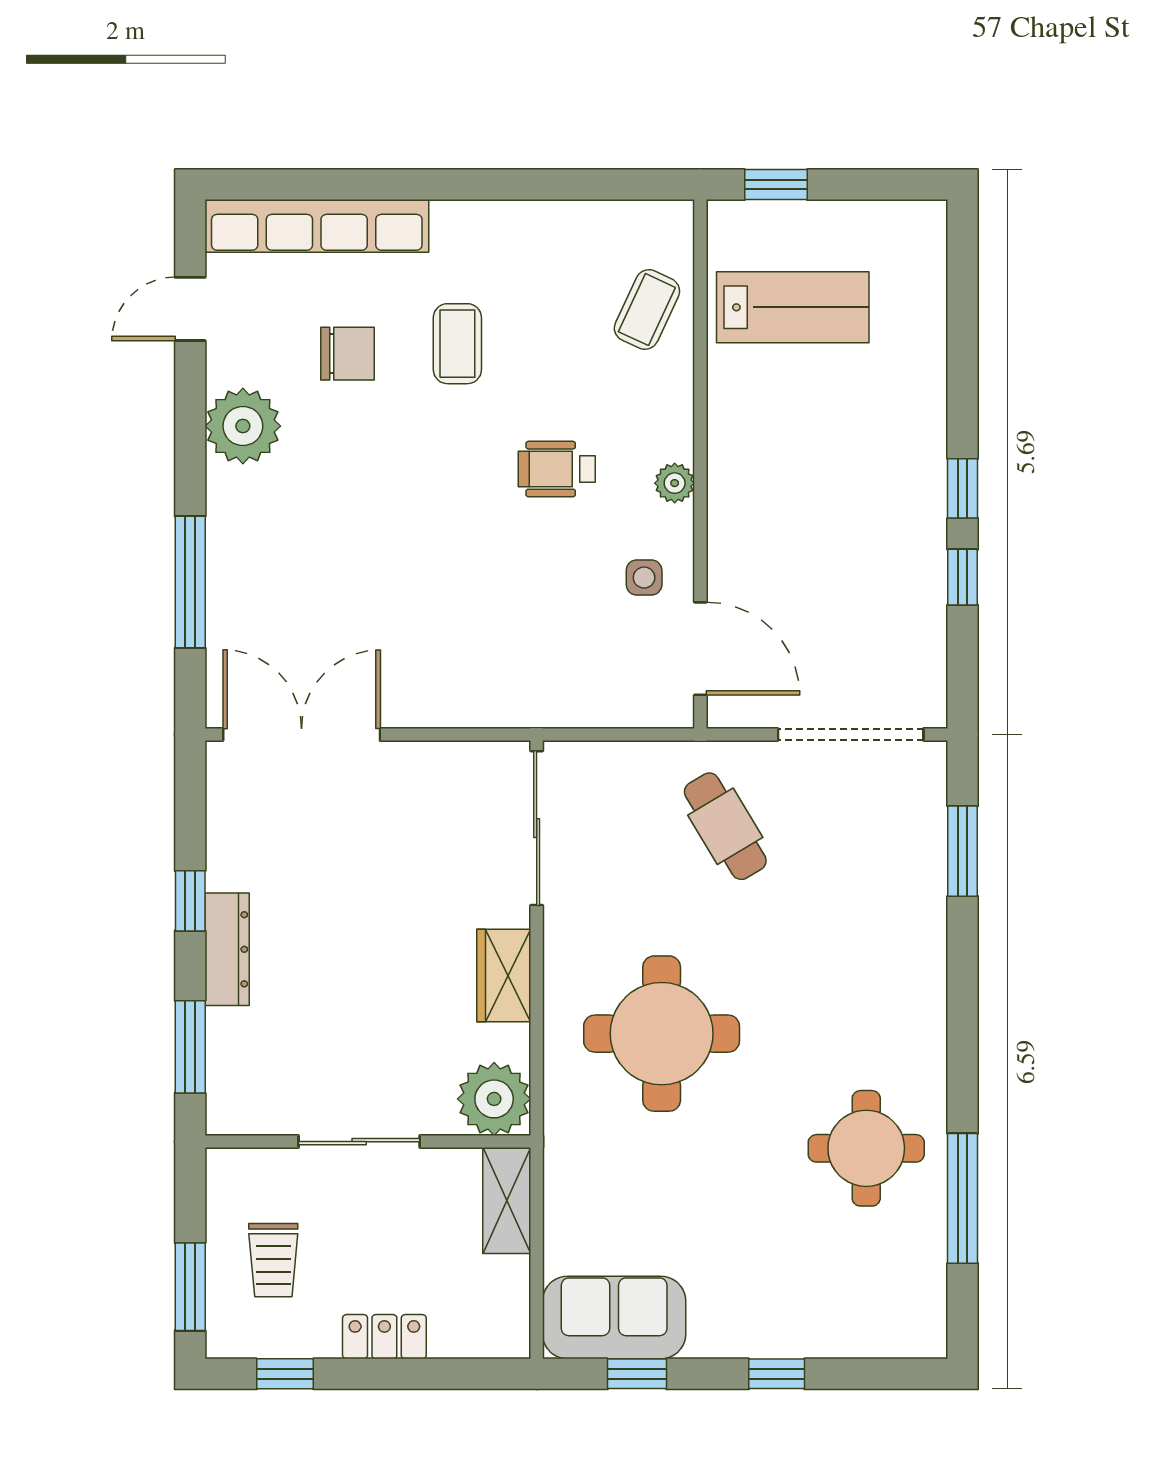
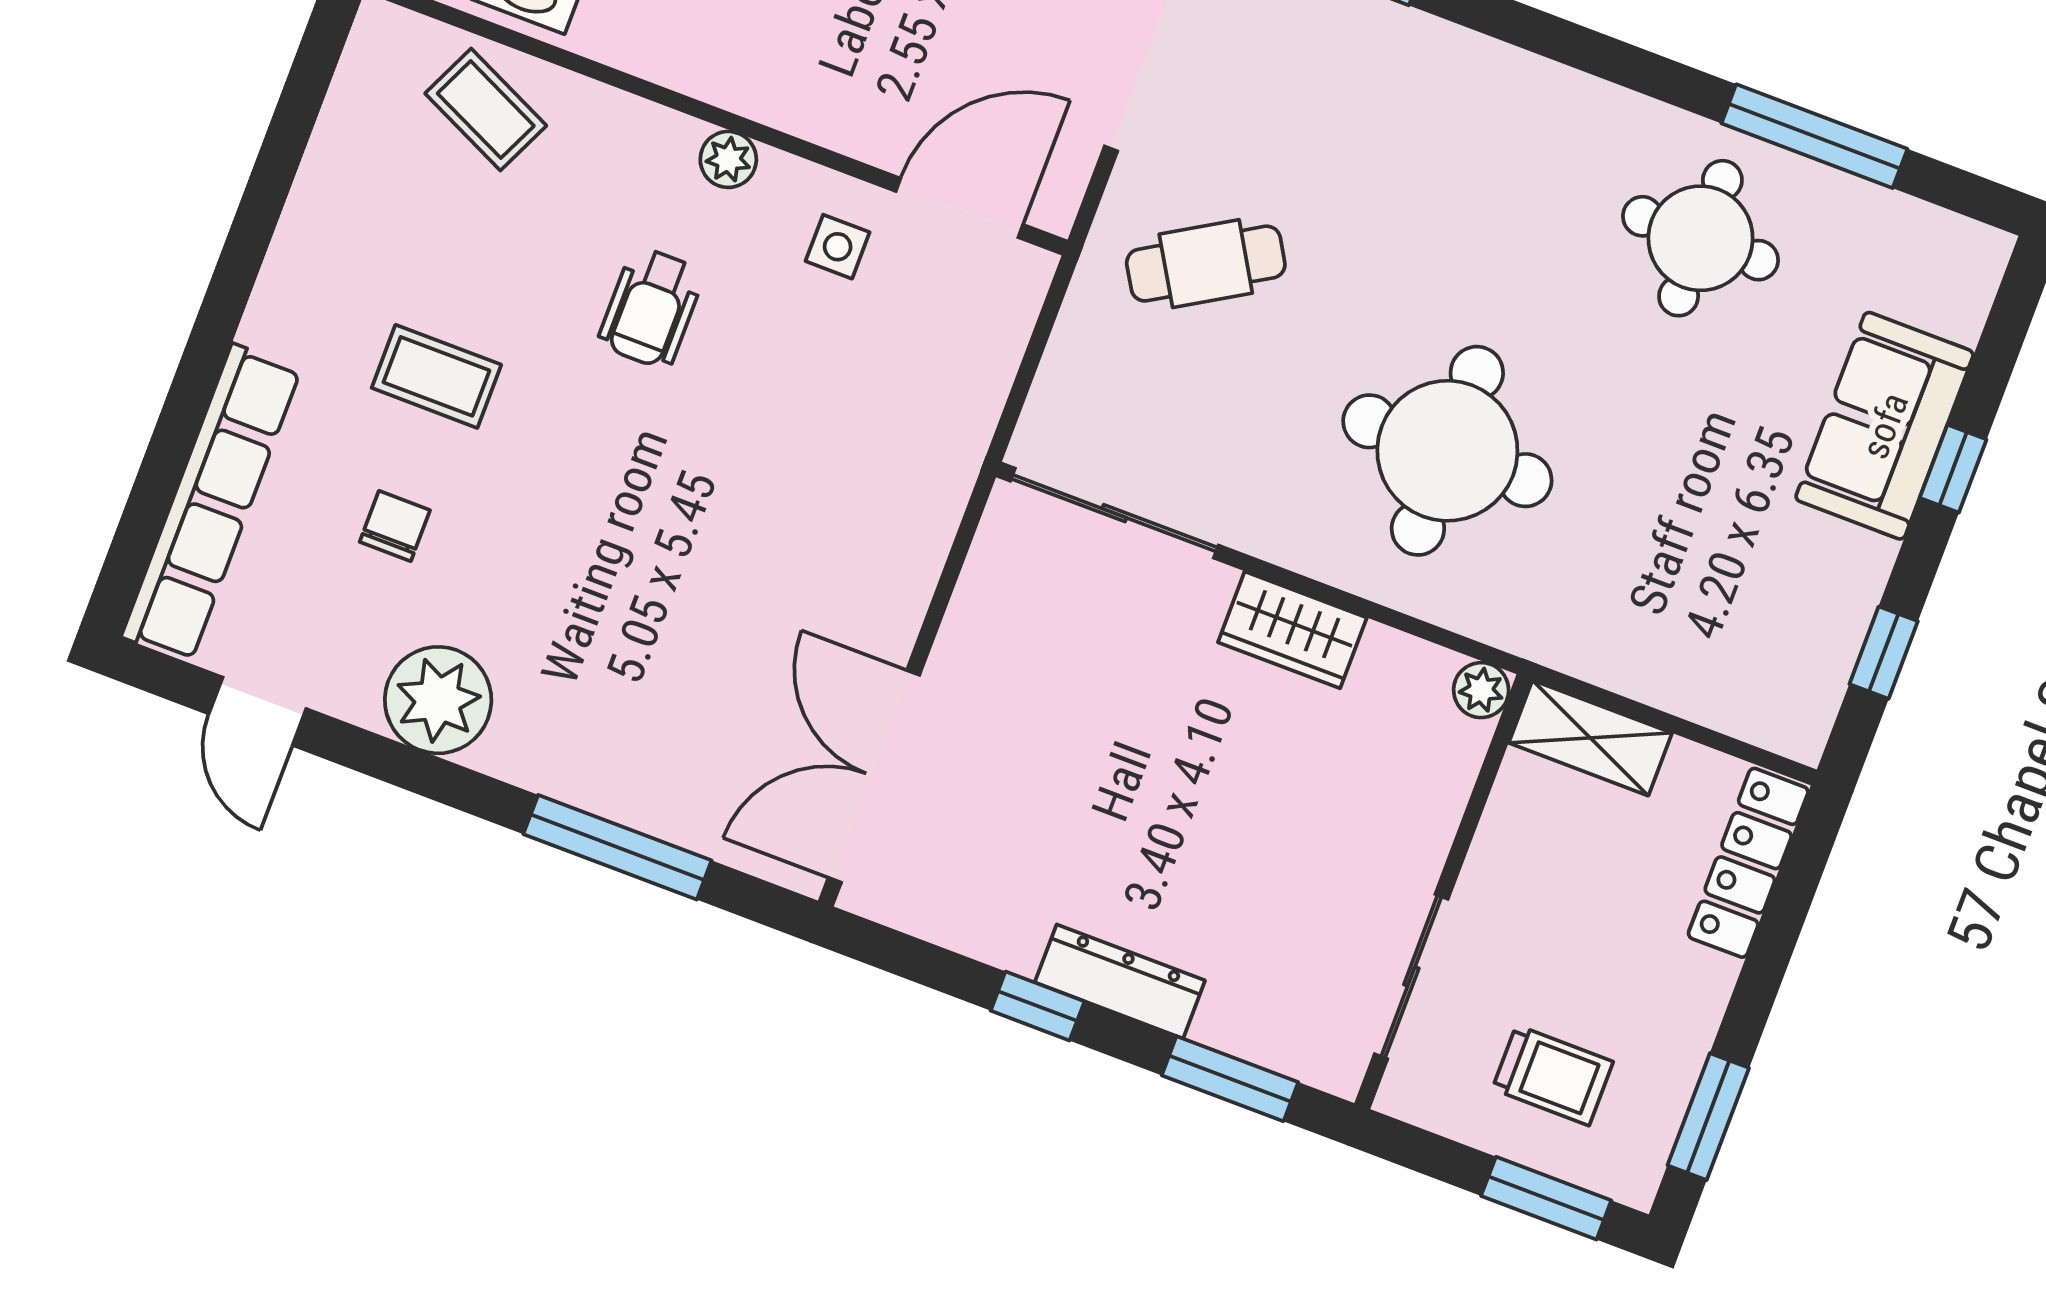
chair: (348, 354) -> (395, 526), width x0.73, depth x0.73
plant: (494, 1099) -> (1481, 690), width x0.53, depth x0.53
sliding door: (359, 1142) -> (1411, 976), moved
sofa: (614, 1318) -> (1885, 426), moved
locker: (384, 1337) -> (1748, 863), moved, width x1.53
window: (285, 1374) -> (1708, 1117), width x1.50

